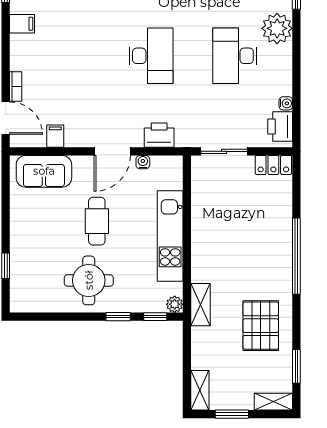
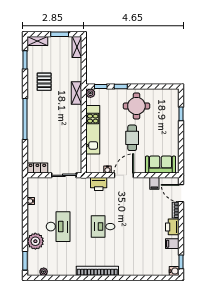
desk: (151, 56) -> (103, 227), width x0.73
printer: (280, 126) -> (172, 227), moved, turned 180
pallet: (261, 326) -> (44, 82), width x0.67, depth x0.71

